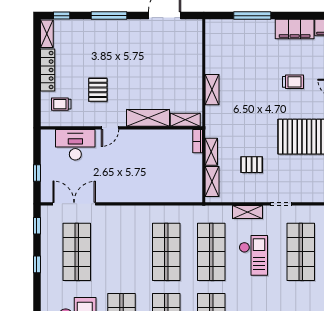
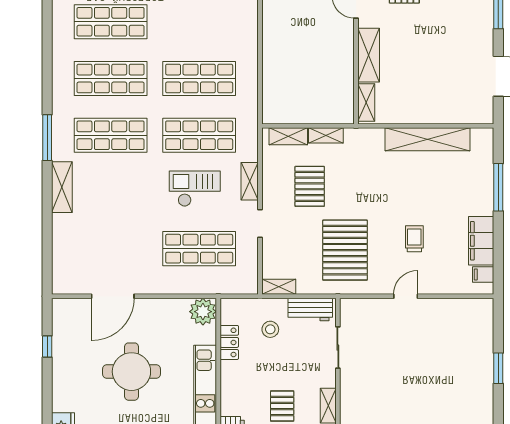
trolley: (293, 82) -> (414, 239), turned 180
shelving: (212, 90) -> (427, 139), width x2.20, depth x1.33
bookcase: (198, 141) -> (339, 118), removed
pallet: (252, 165) -> (310, 186), width x1.50, depth x1.42
checkout: (253, 255) -> (195, 189), turned 180

